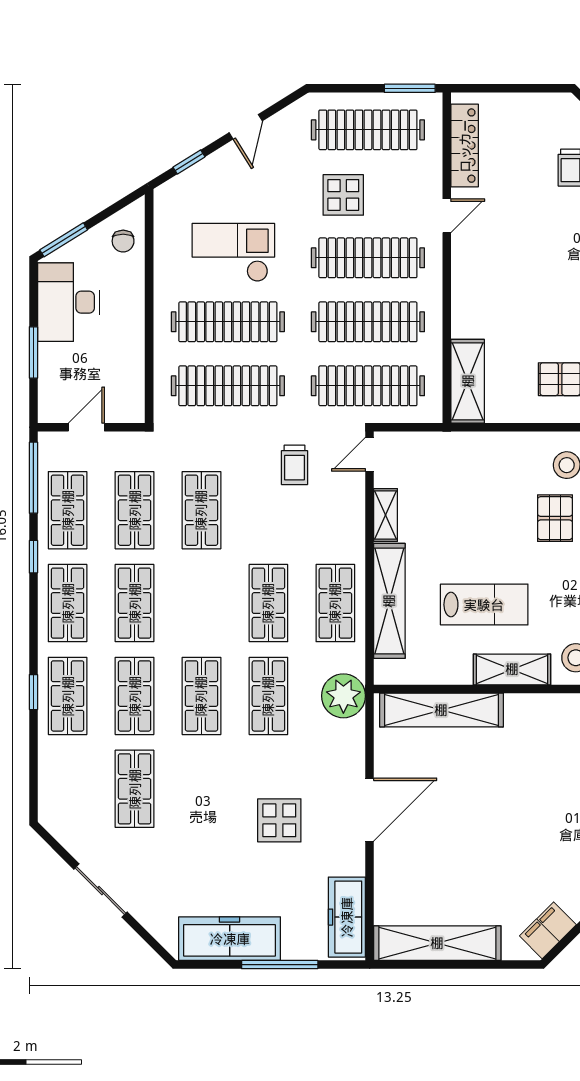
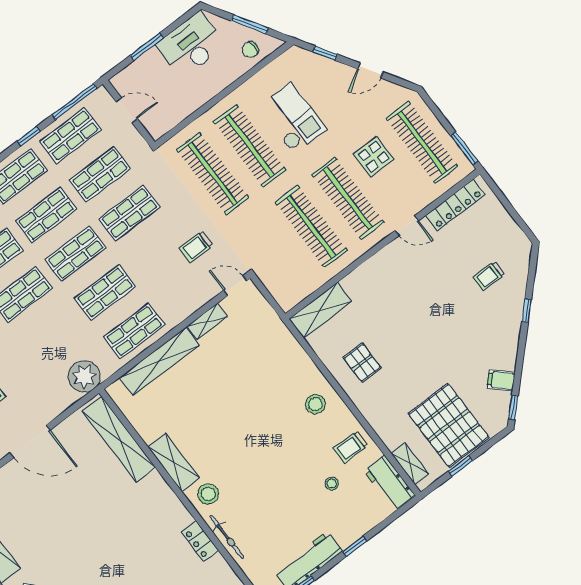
window: (64, 240) -> (250, 24), moved
clothes rail: (368, 386) -> (274, 255), removed
pallet: (555, 518) -> (280, 421), removed
lab bench: (484, 605) -> (199, 418), removed
shop shelf: (268, 696) -> (76, 254), moved

